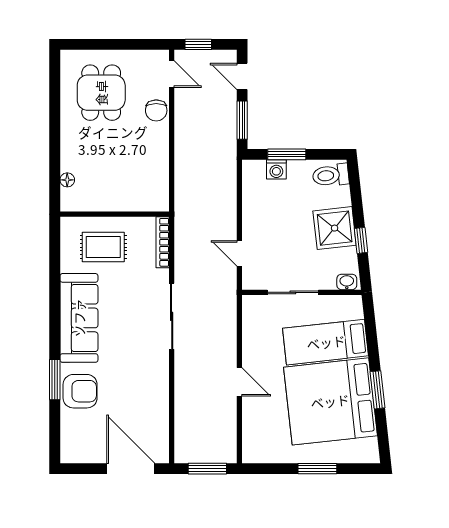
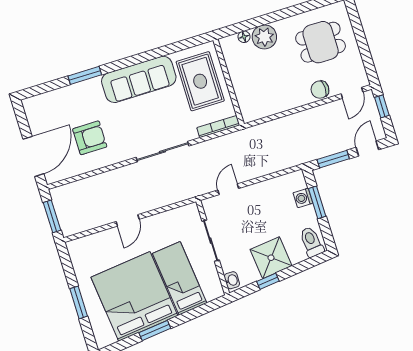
plant: (75, 156) -> (264, 37), added
rug: (103, 247) -> (200, 81), width x1.36, depth x1.43
armchair: (80, 391) -> (90, 138), moved, turned -90

